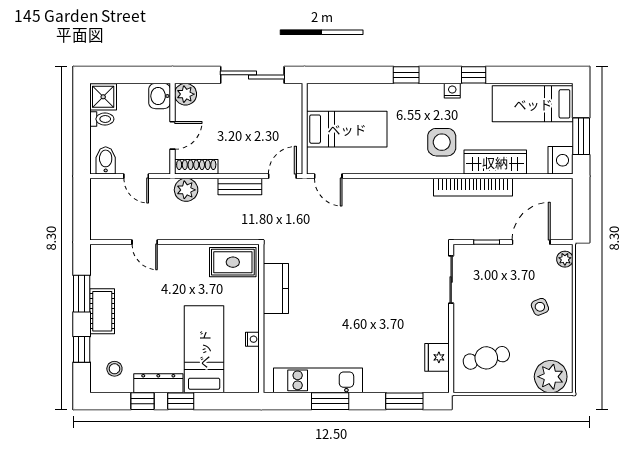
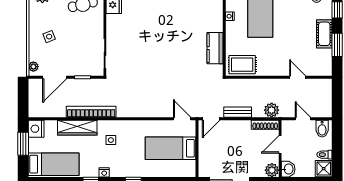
side table: (442, 142) -> (111, 140), width x0.54, depth x0.54

